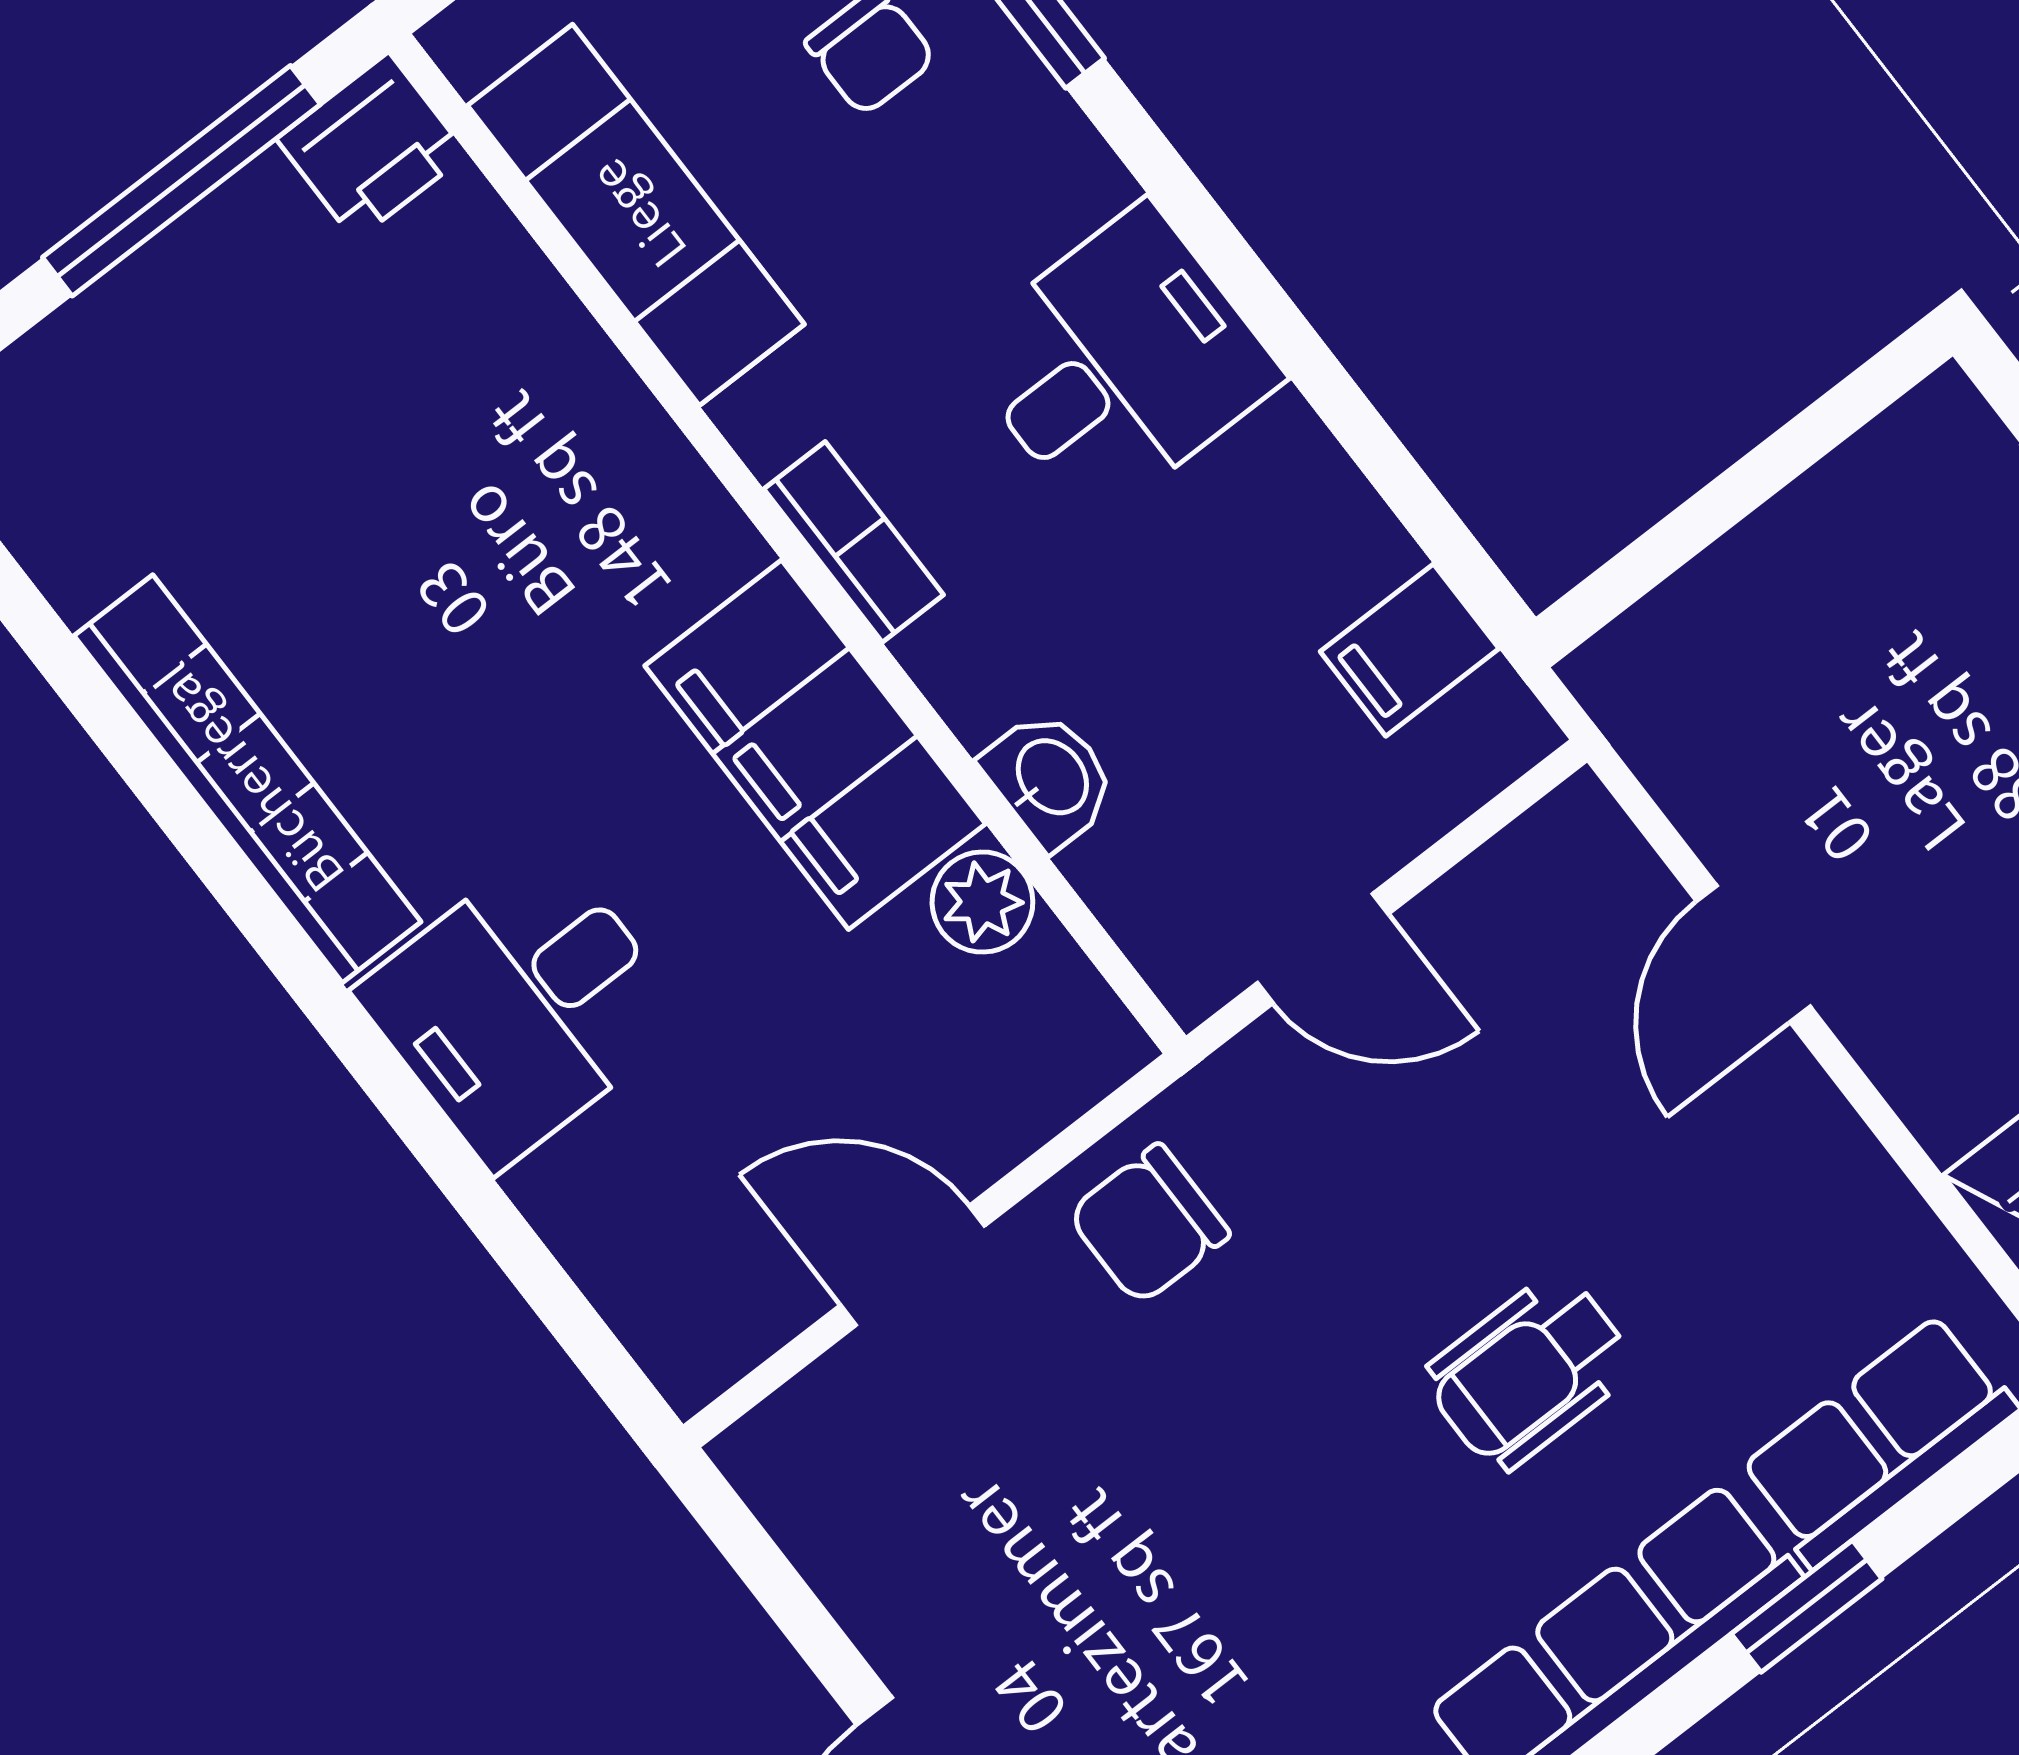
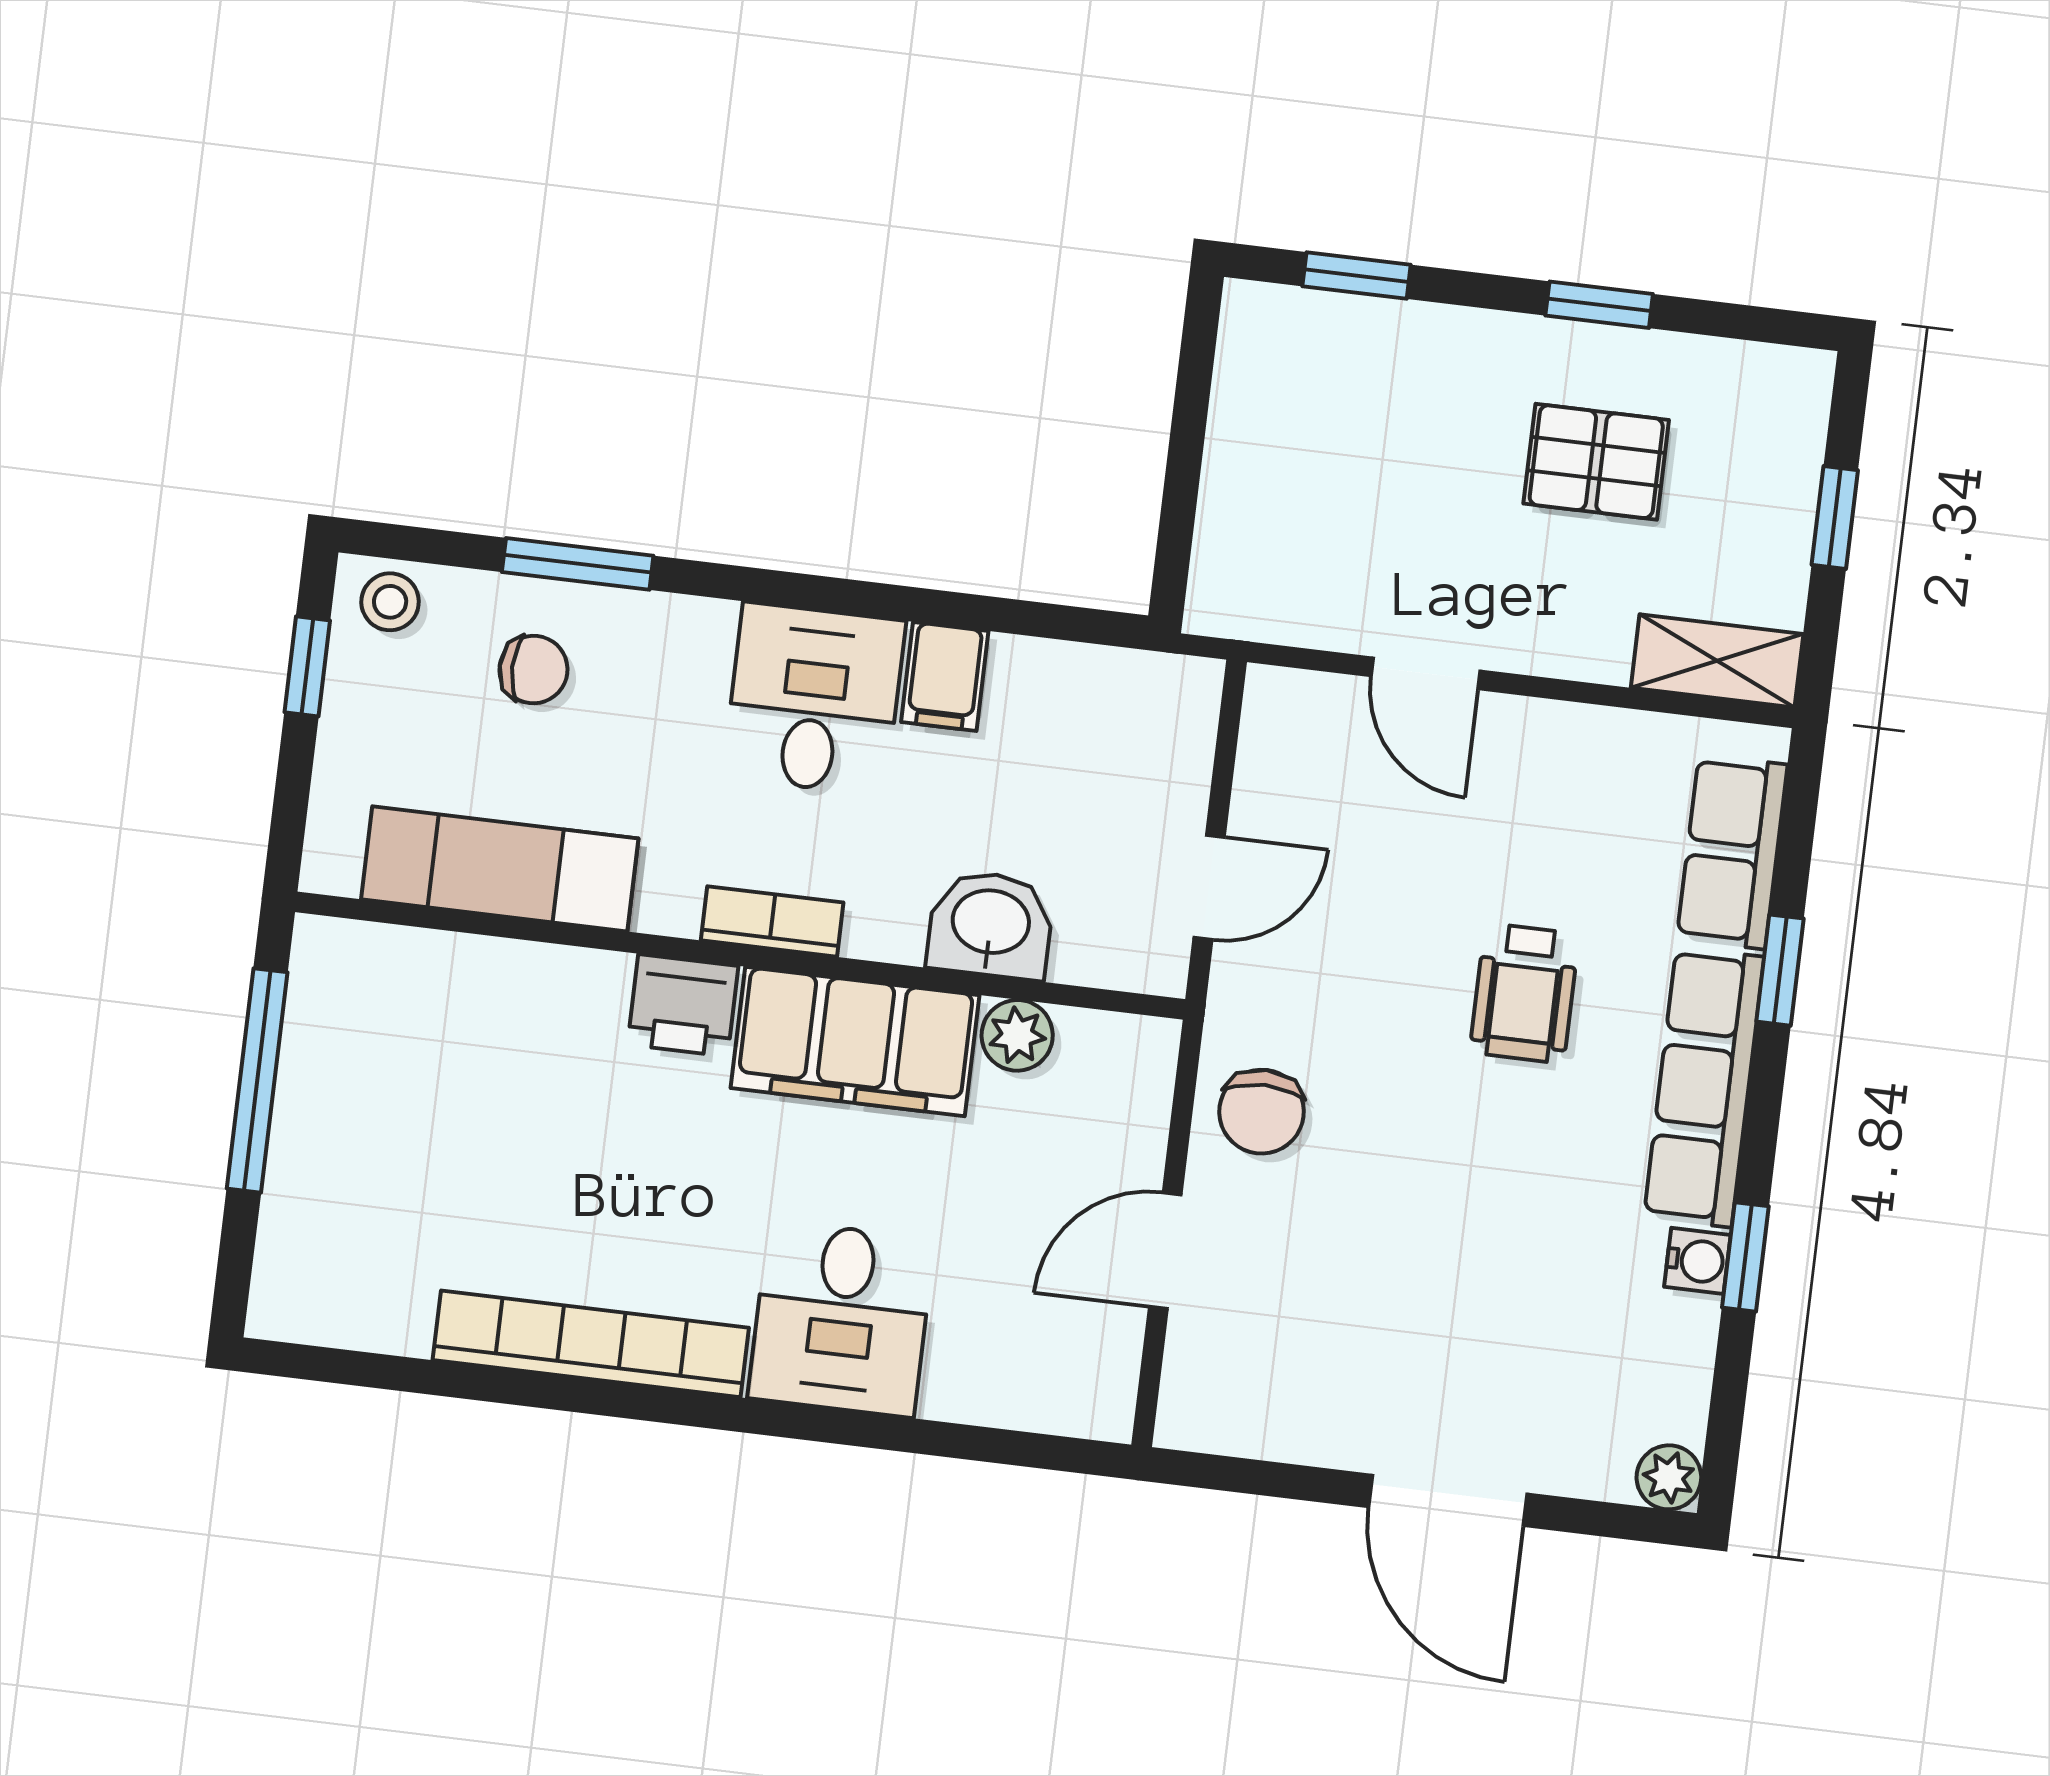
printer: (372, 146) -> (683, 1005), moved, turned 90
filing cabinet: (1410, 650) -> (945, 677), moved
washbasin: (1050, 779) -> (990, 925), width x1.38, depth x1.45

